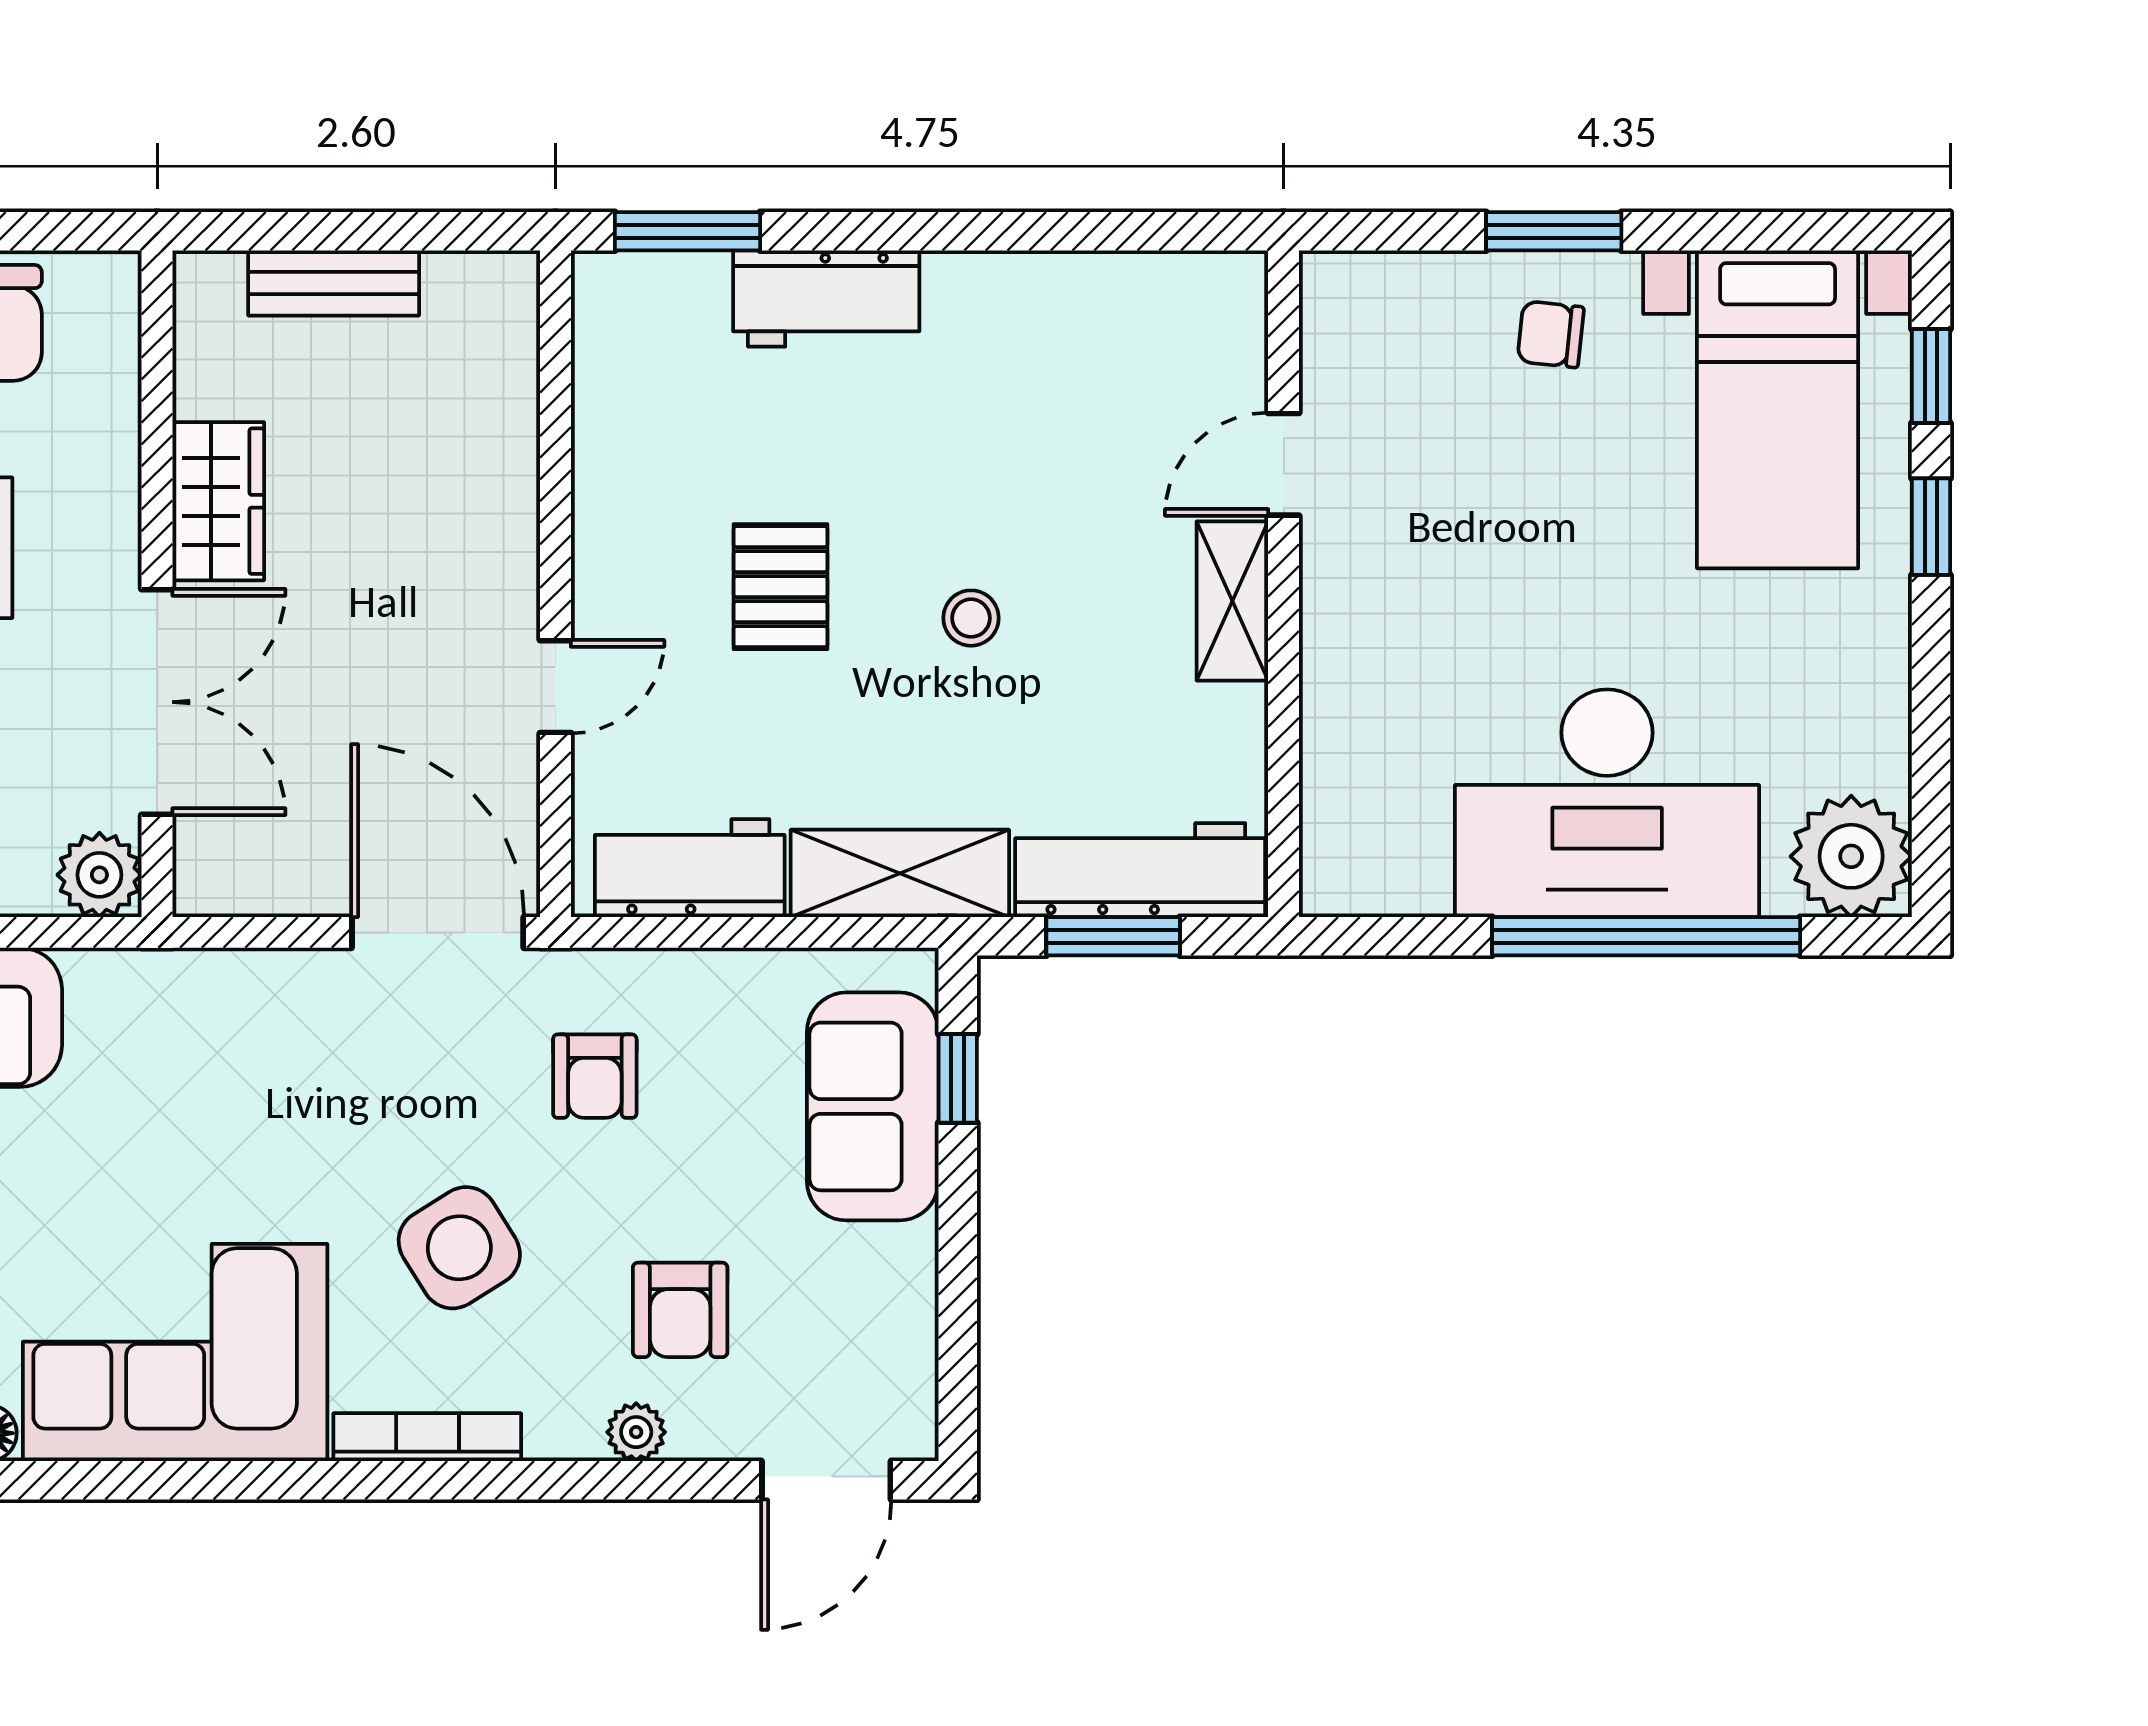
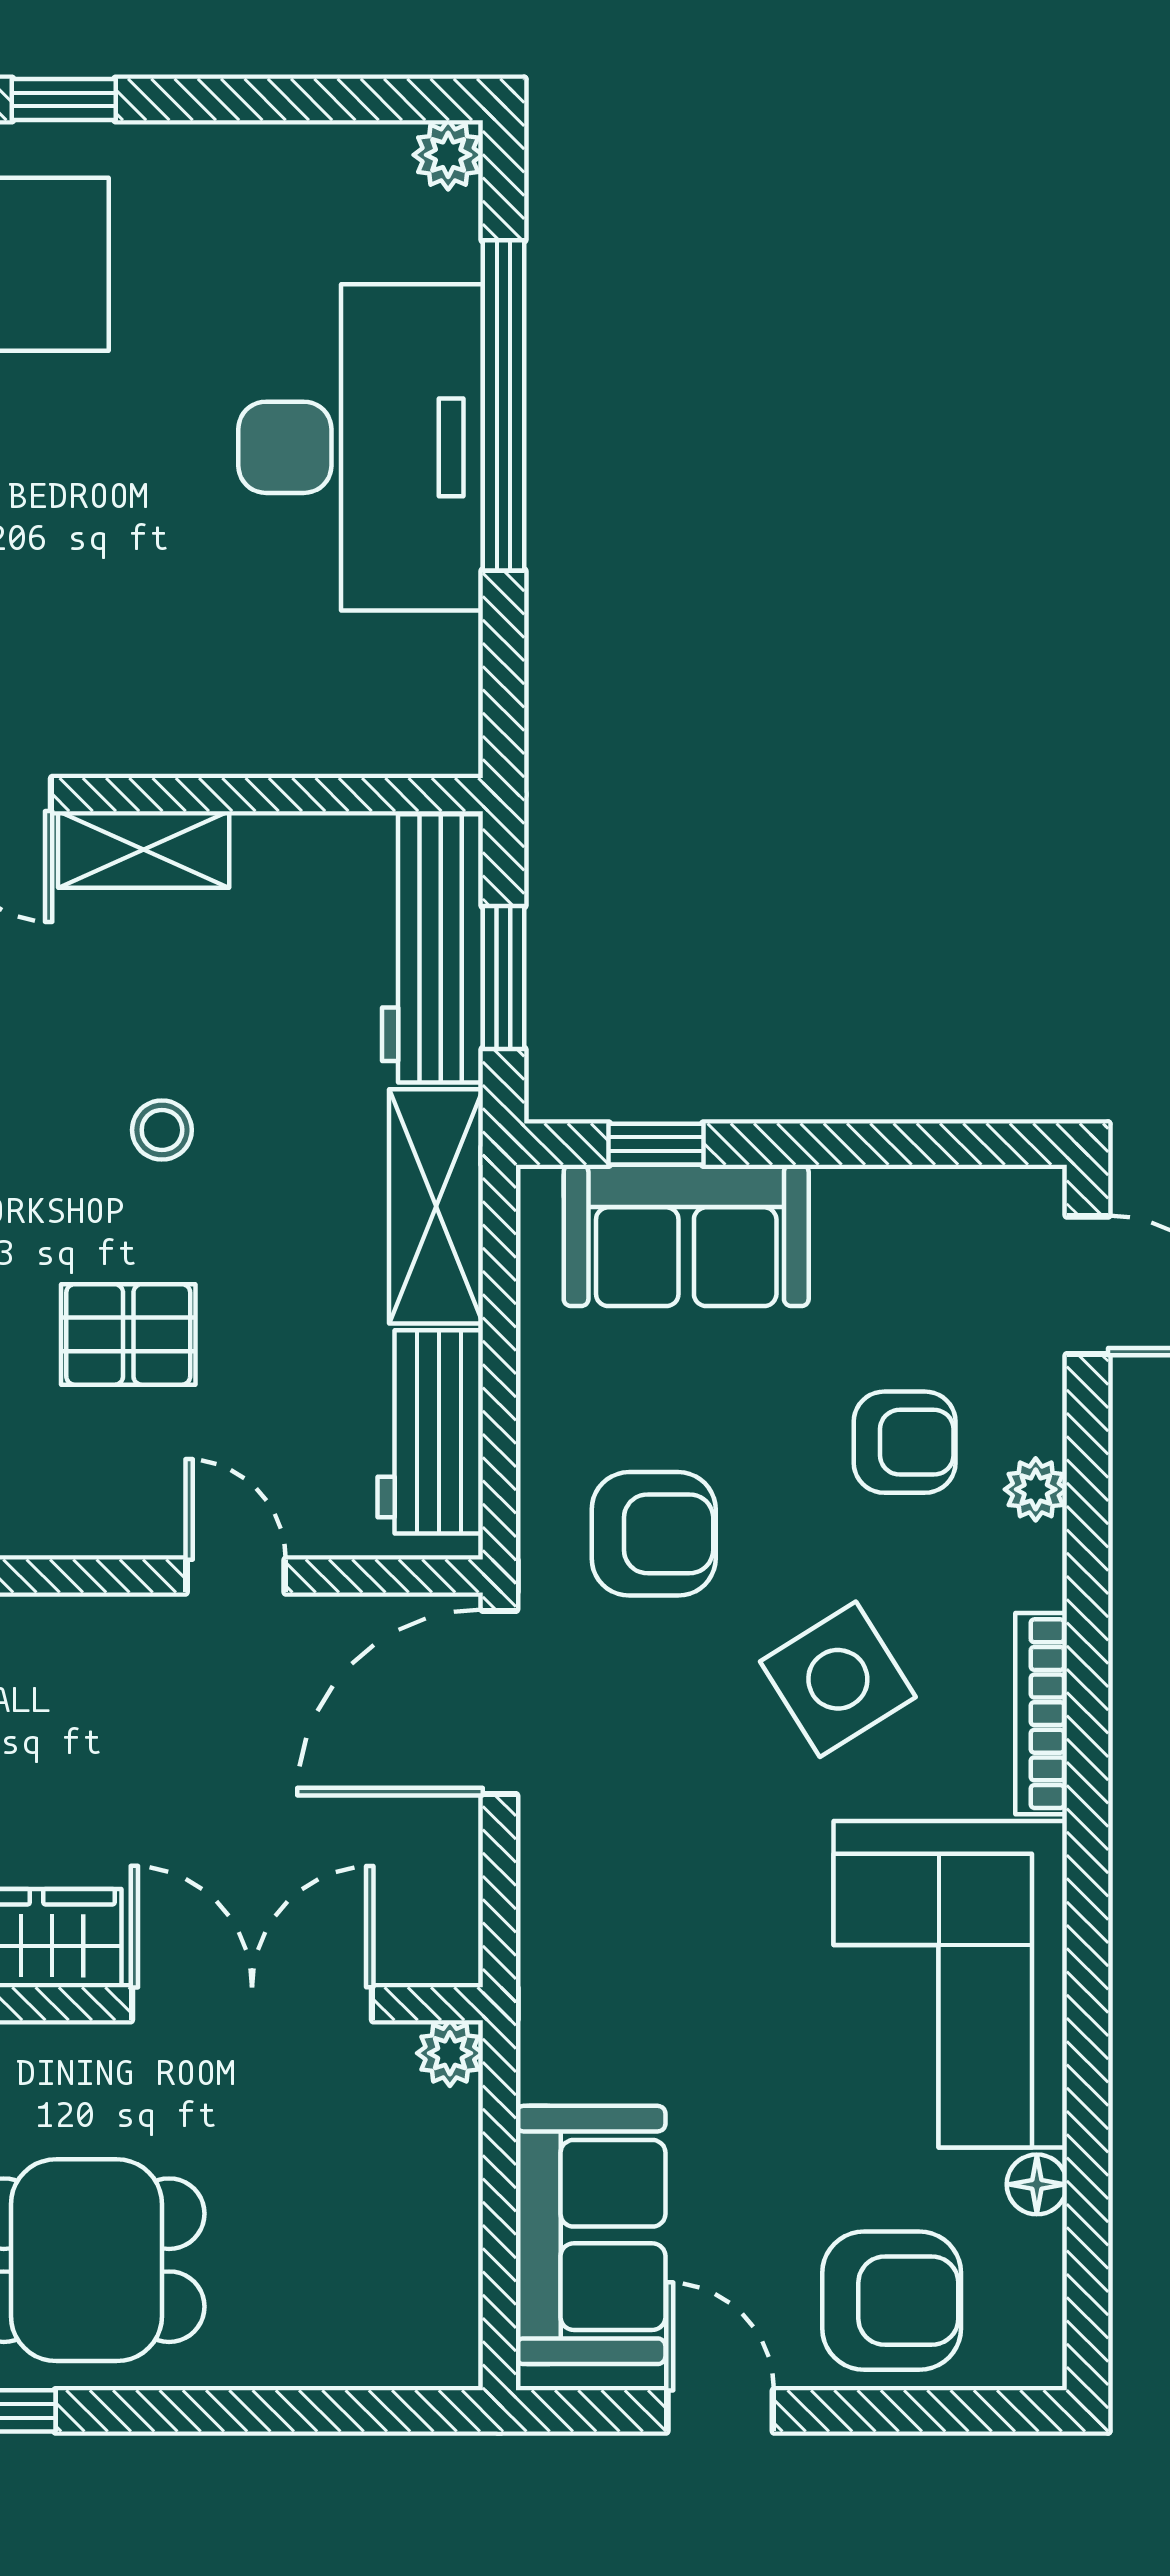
plant: (1851, 856) -> (448, 155), width x0.53, depth x0.53
plant: (99, 875) -> (450, 2053), width x0.73, depth x0.73
armchair: (595, 1076) -> (654, 1534), width x1.38, depth x1.38

